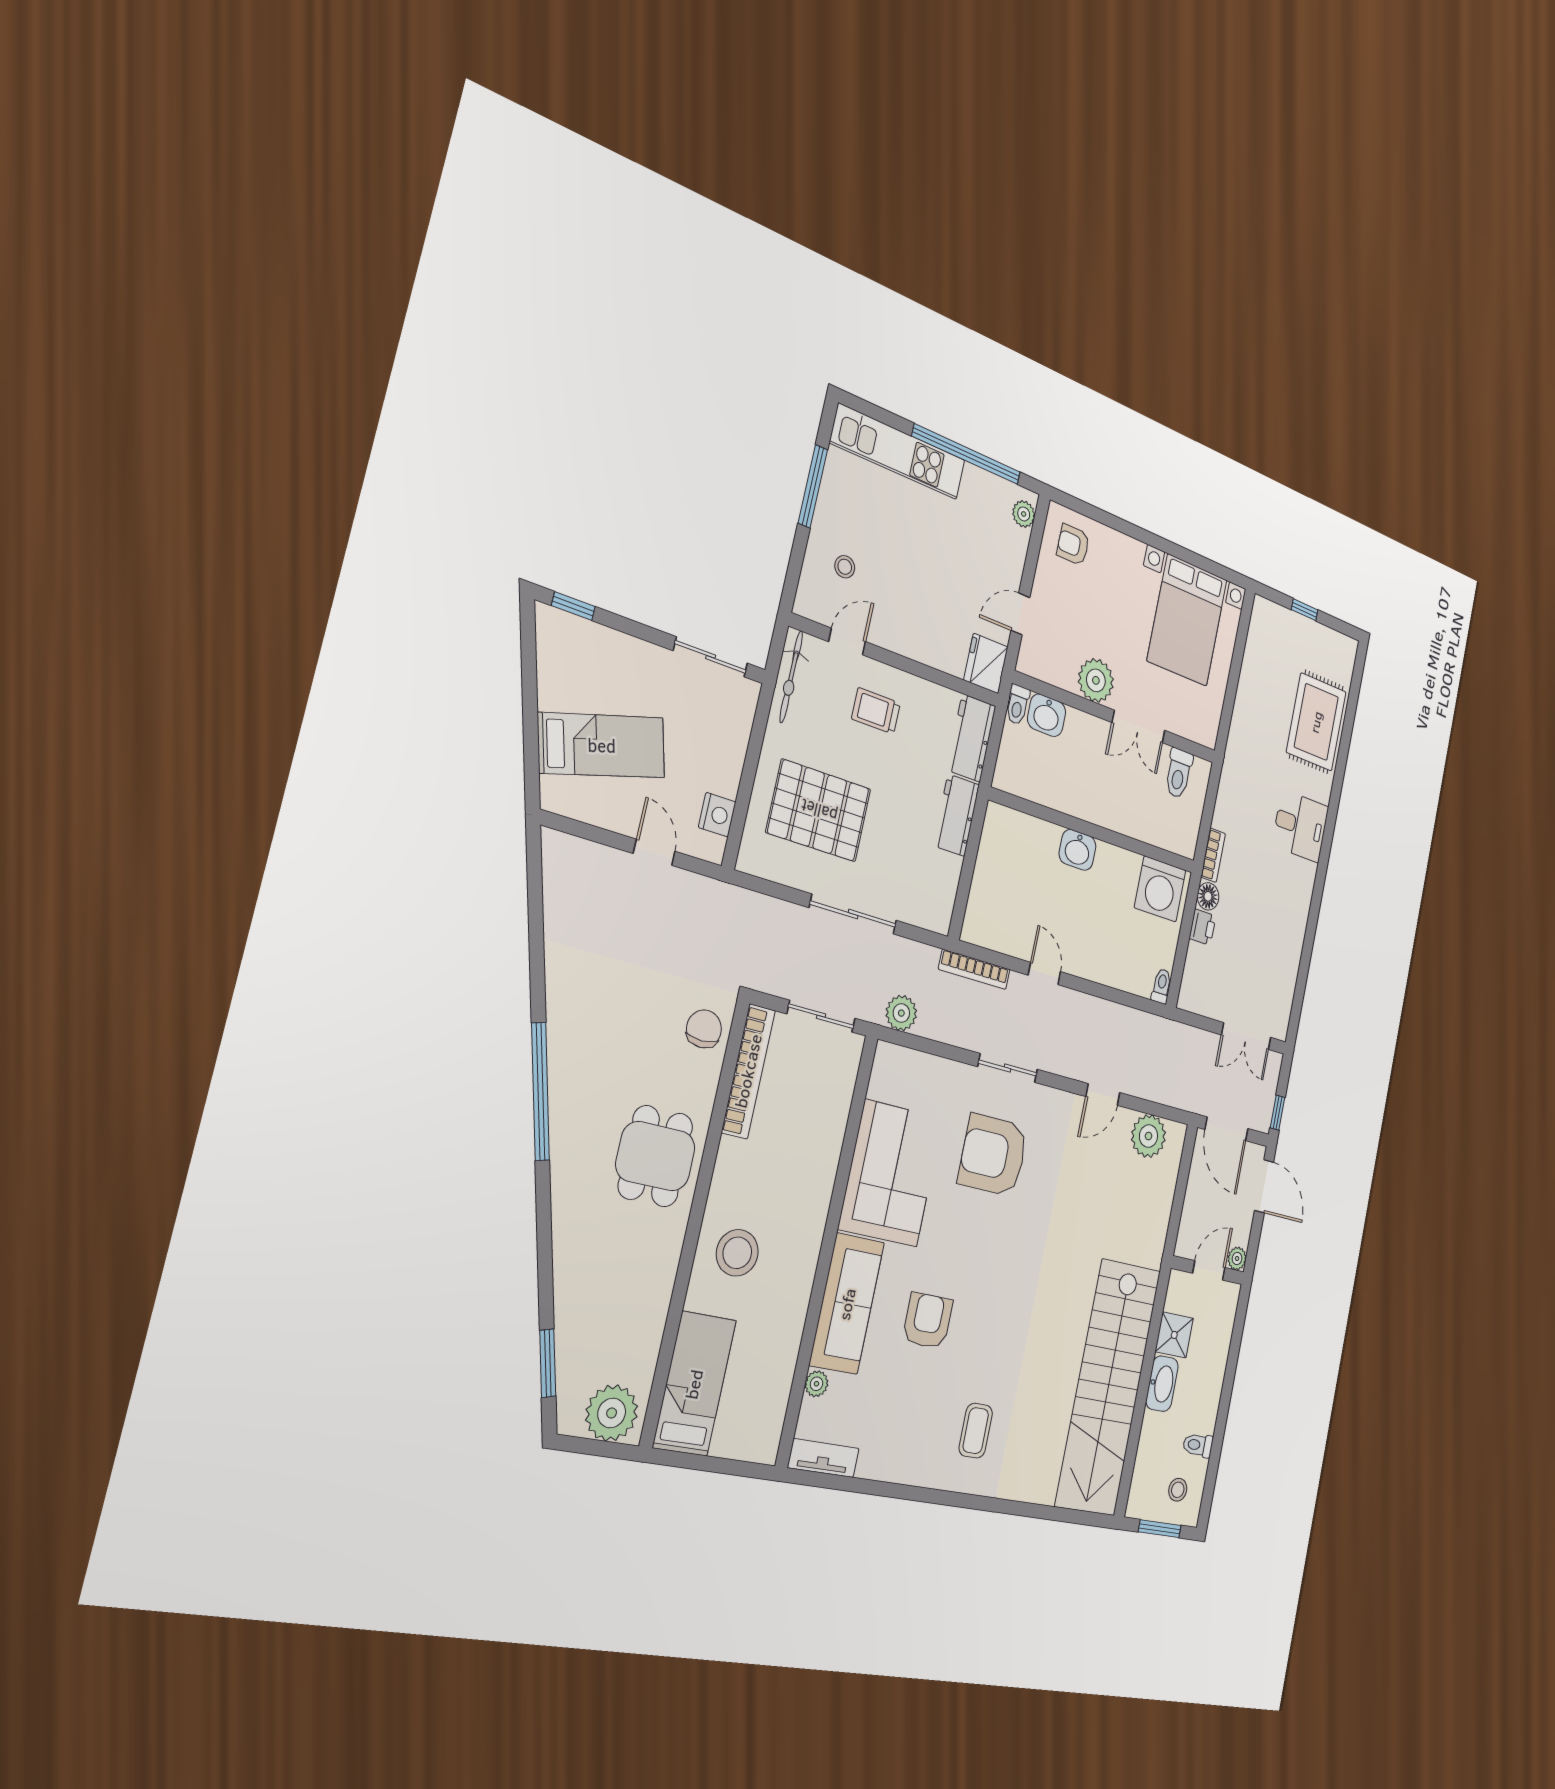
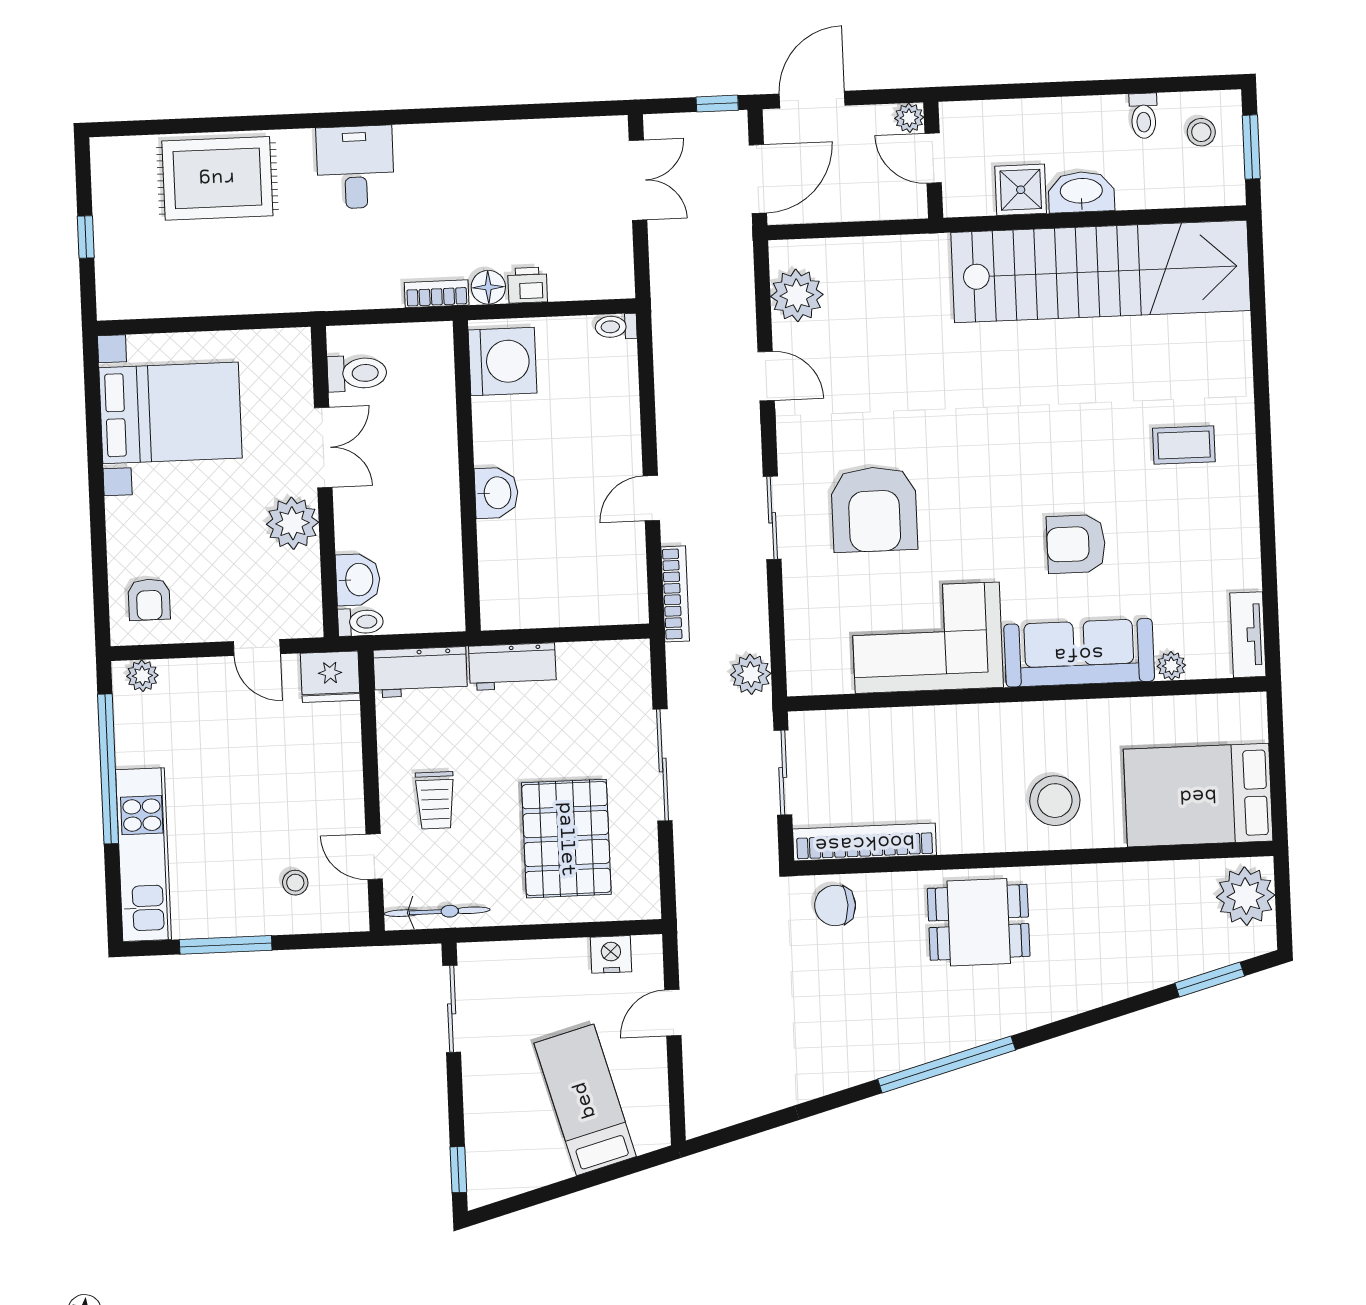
bed: (694, 1384) -> (1198, 795), width x1.50

